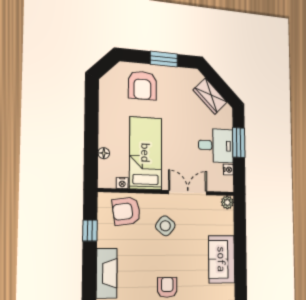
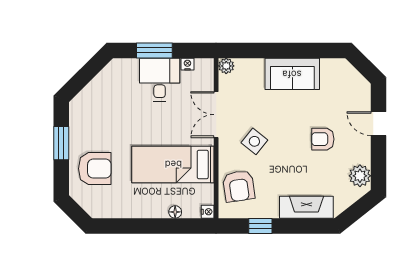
wardrobe: (210, 96) -> (101, 86), removed
nightstand: (122, 183) -> (208, 212), moved

